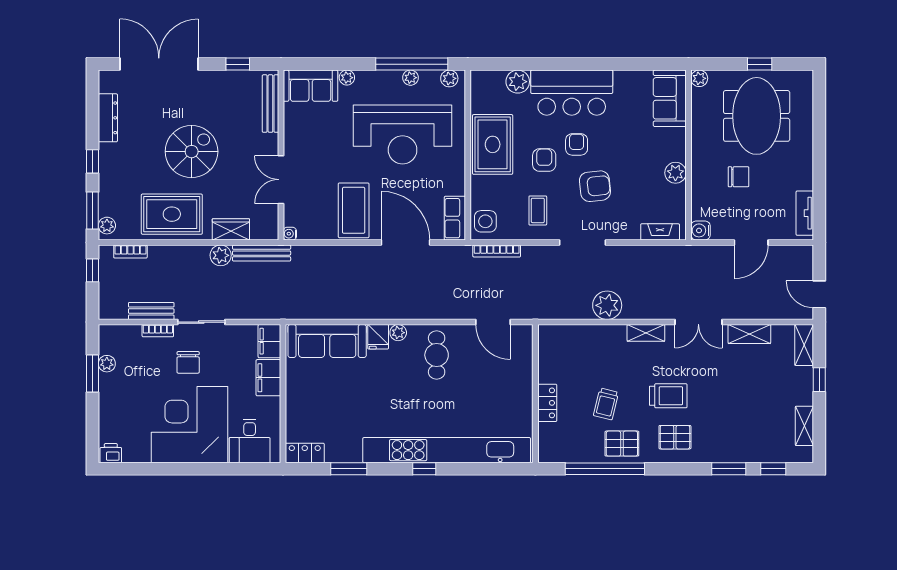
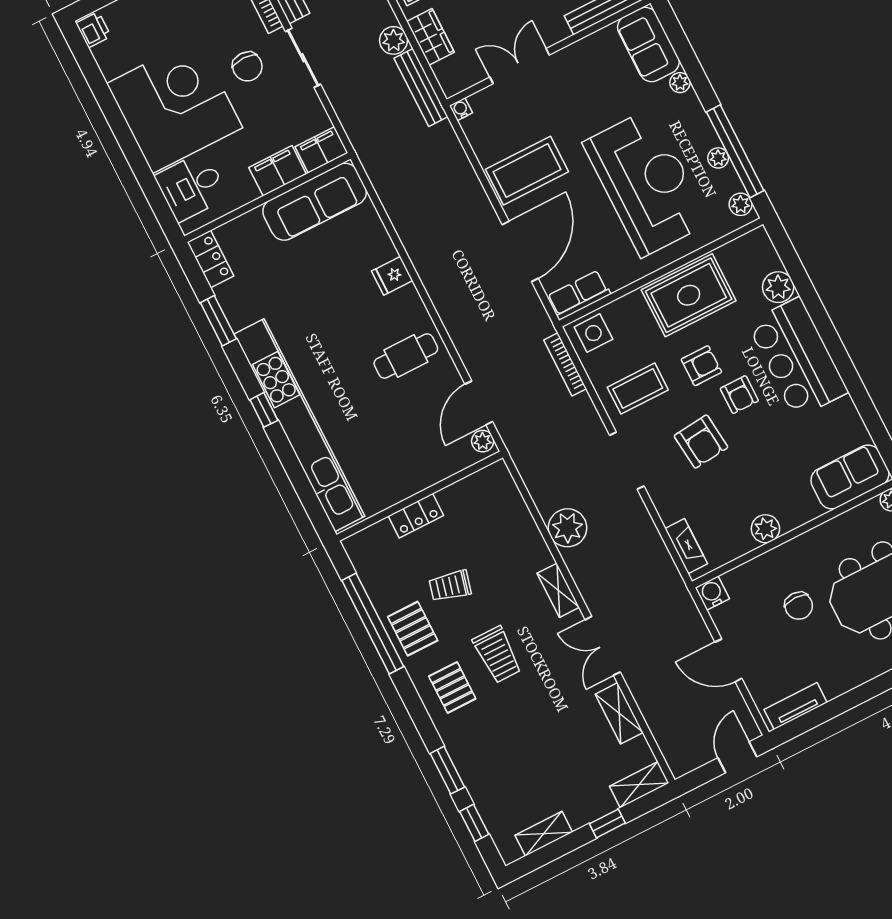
reception desk: (403, 134) -> (646, 183), turned 180
armchair: (577, 144) -> (739, 395), turned 90
coffee table: (538, 210) -> (638, 389), width x1.36, depth x1.30
door: (819, 294) -> (737, 757), moved
plant: (398, 333) -> (483, 441), moved
sofa: (327, 341) -> (315, 202), moved, turned -90
chair: (188, 362) -> (247, 66), turned -90

